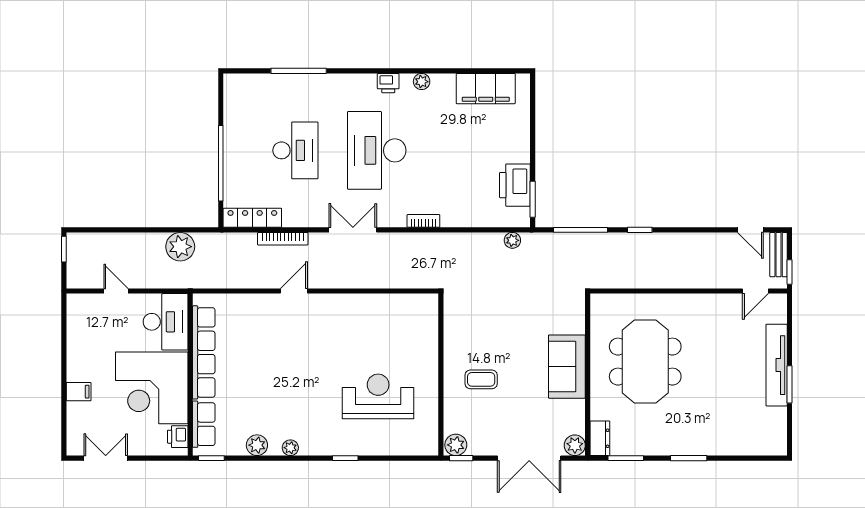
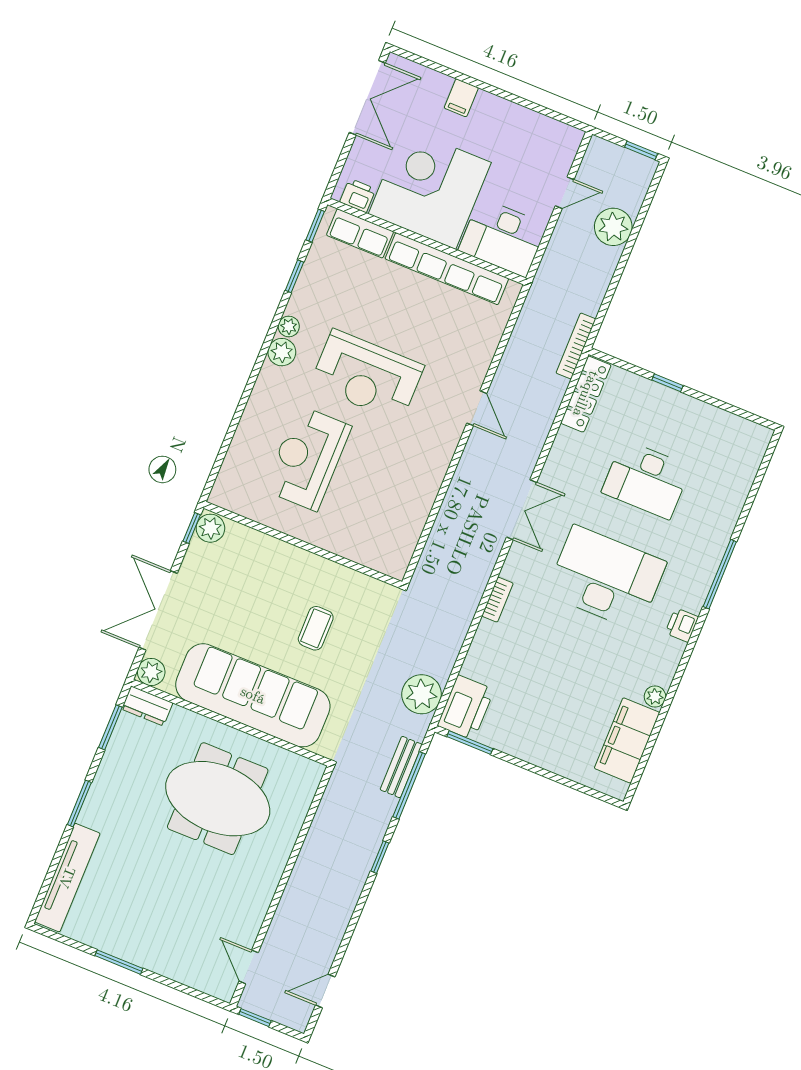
window: (299, 71) -> (720, 574), moved
plant: (422, 82) -> (655, 697), moved
window: (221, 163) -> (668, 383), width x0.32
printer: (515, 185) -> (466, 708), moved, turned 90
bookcase: (283, 239) -> (576, 346), moved
plant: (512, 240) -> (422, 694), width x1.88, depth x1.88
plant: (180, 247) -> (613, 227), moved
bench: (779, 255) -> (401, 767), moved, turned 90
tv unit: (777, 365) -> (67, 878), moved, turned 90
sofa: (567, 367) -> (253, 695), width x1.85, depth x1.27
reception desk: (302, 378) -> (367, 375), added
coffee table: (481, 379) -> (316, 628), moved
reception desk: (378, 396) -> (308, 458), turned 180
plant: (257, 445) -> (282, 352), moved
double door: (106, 458) -> (367, 98), width x1.37
window: (345, 458) -> (294, 276), moved

